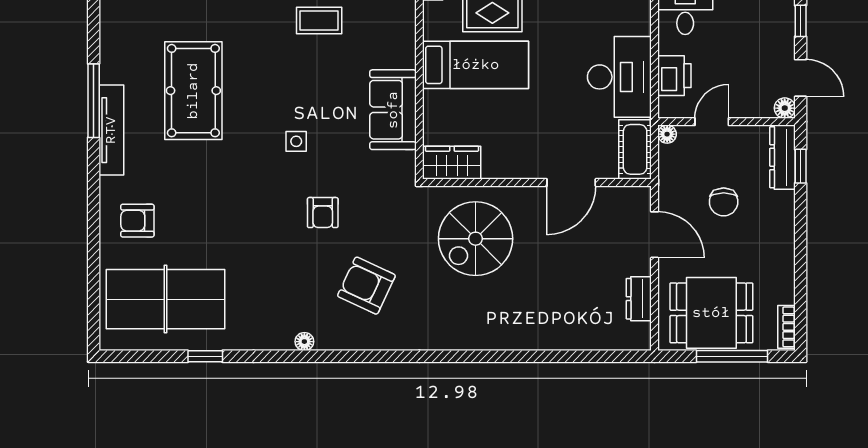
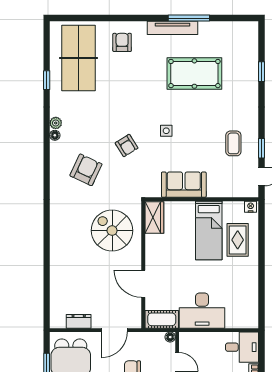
printer: (674, 76) -> (203, 341), removed
armchair: (323, 213) -> (127, 145), turned -122
plant: (282, 340) -> (56, 123), added

